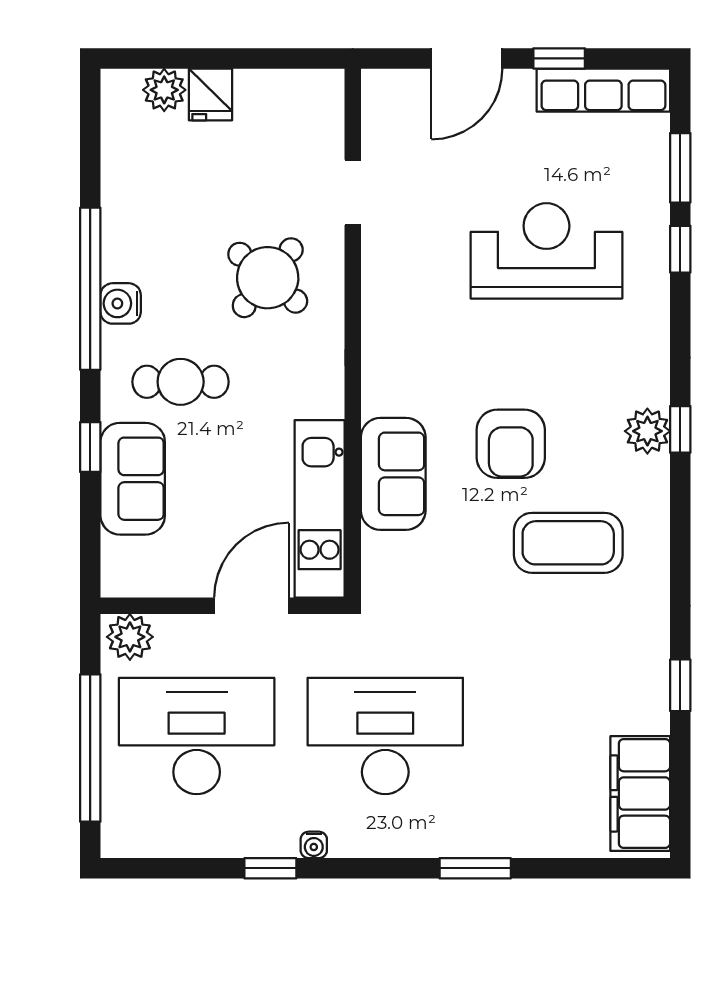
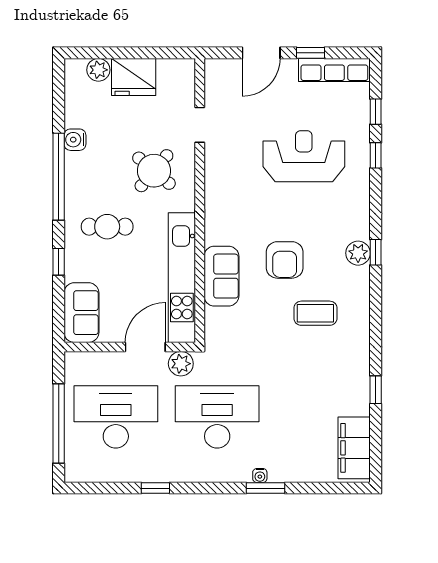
fridge: (210, 94) -> (134, 77), width x1.88, depth x1.34
window: (680, 168) -> (376, 112), width x0.67
water cooler: (121, 303) -> (75, 140), moved
sofa: (133, 479) -> (81, 313), moved
kitchen unit: (320, 509) -> (182, 278), width x1.36
coffee table: (568, 543) -> (315, 313), width x0.73, depth x0.76
plant: (130, 637) -> (181, 364), moved
water cooler: (314, 845) -> (260, 475), moved

